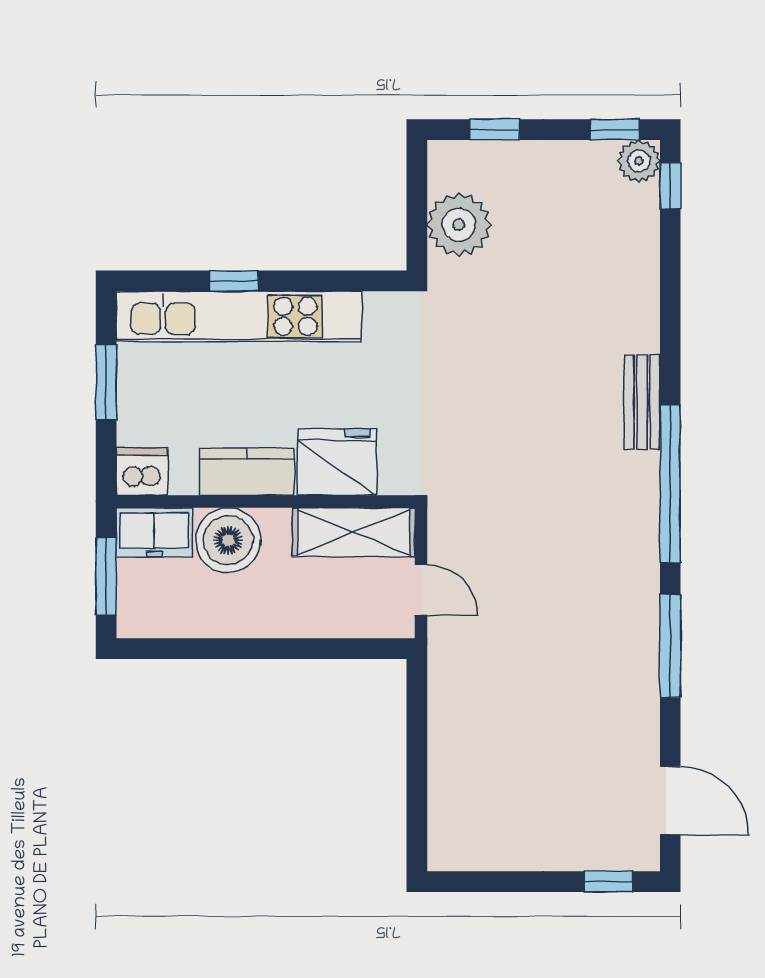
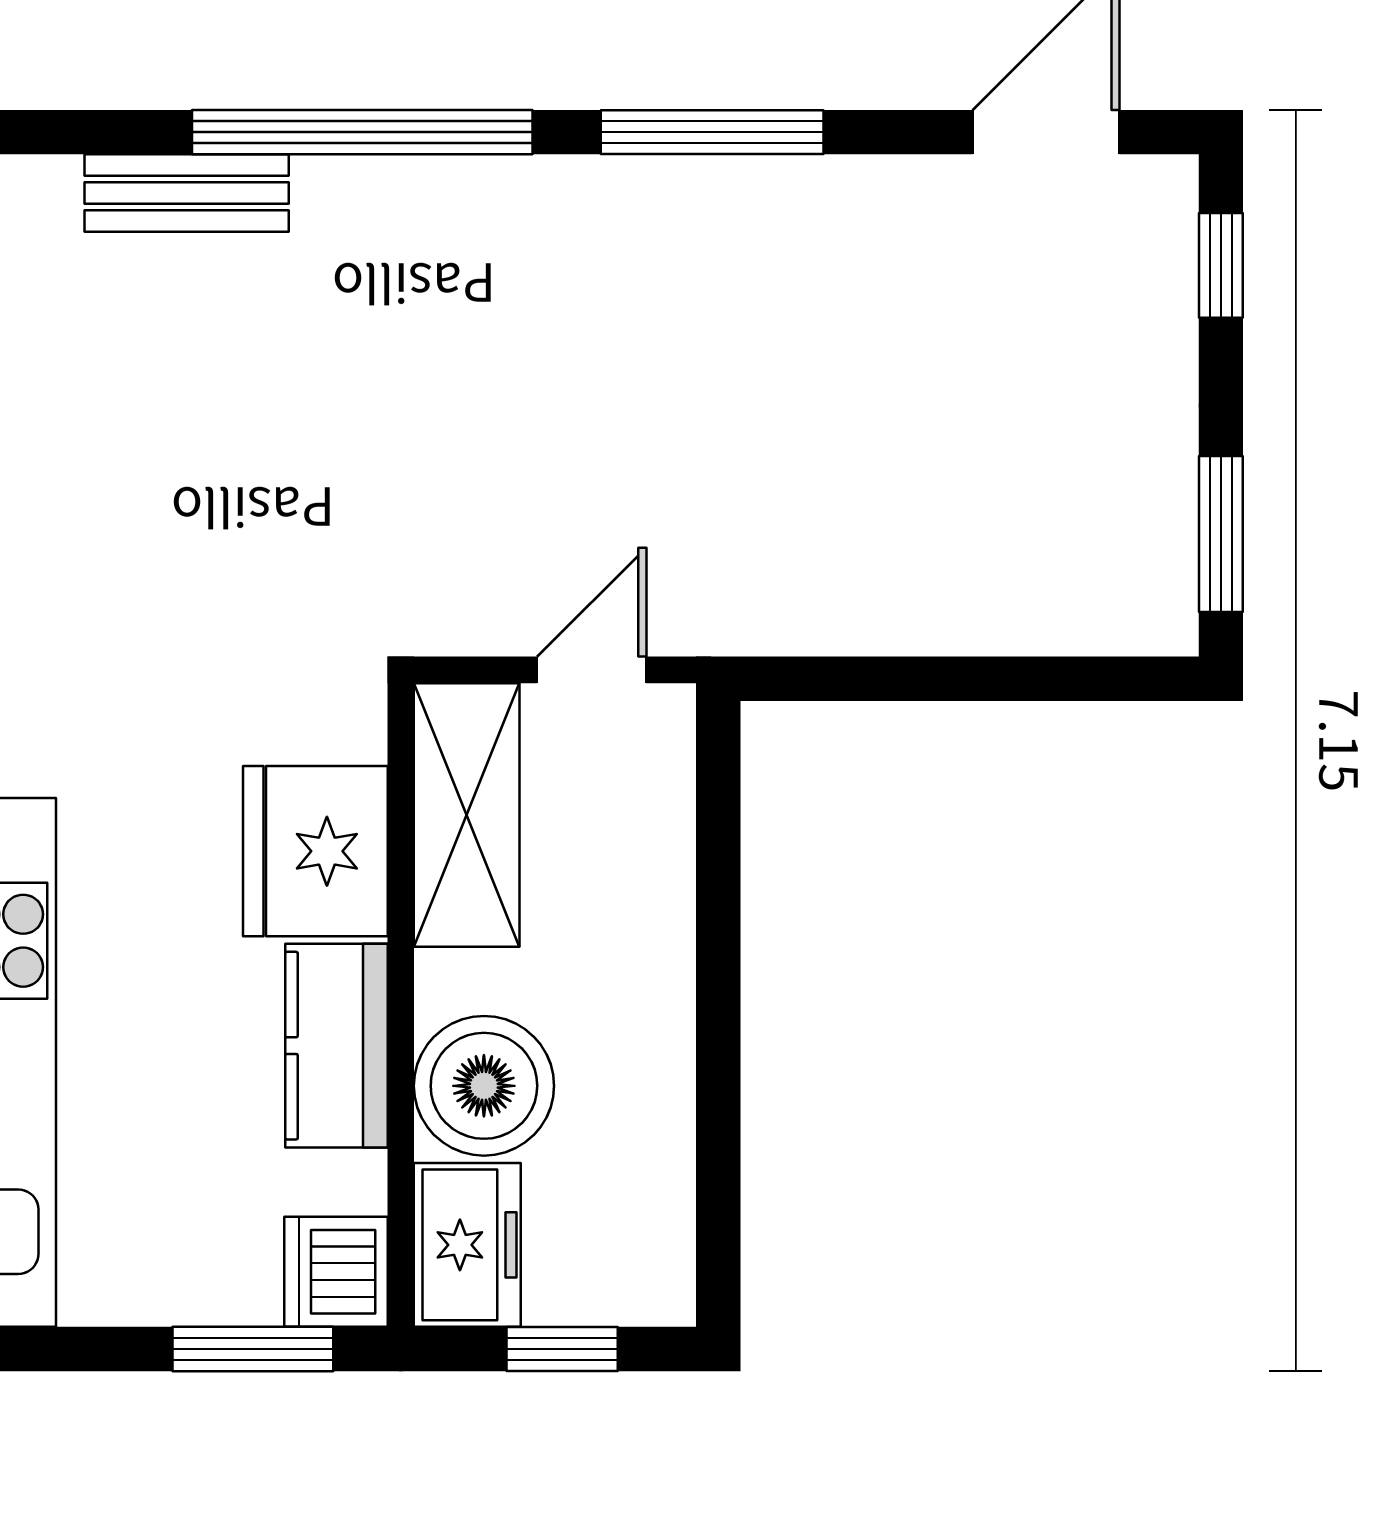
window: (106, 382) -> (253, 1349), moved
window: (106, 576) -> (562, 1349), width x0.67
window: (484, 882) -> (1221, 534), added

